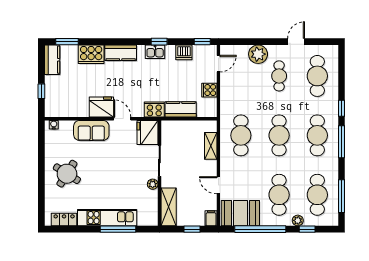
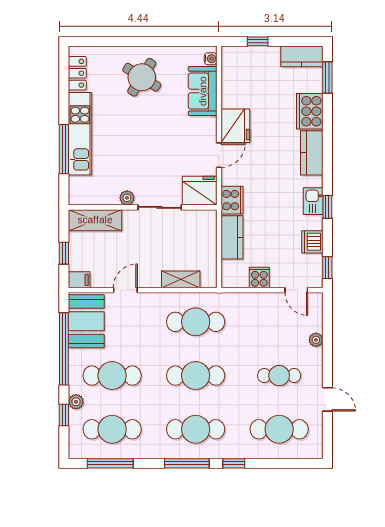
plant: (258, 54) -> (316, 340), width x0.53, depth x0.53
sofa: (91, 130) -> (203, 91), moved

